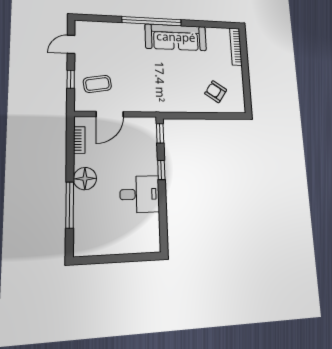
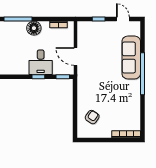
sofa: (176, 37) -> (131, 58), moved
coffee table: (97, 84) -> (96, 36), removed
door: (110, 114) -> (75, 56), moved
desk: (140, 194) -> (41, 62), moved

